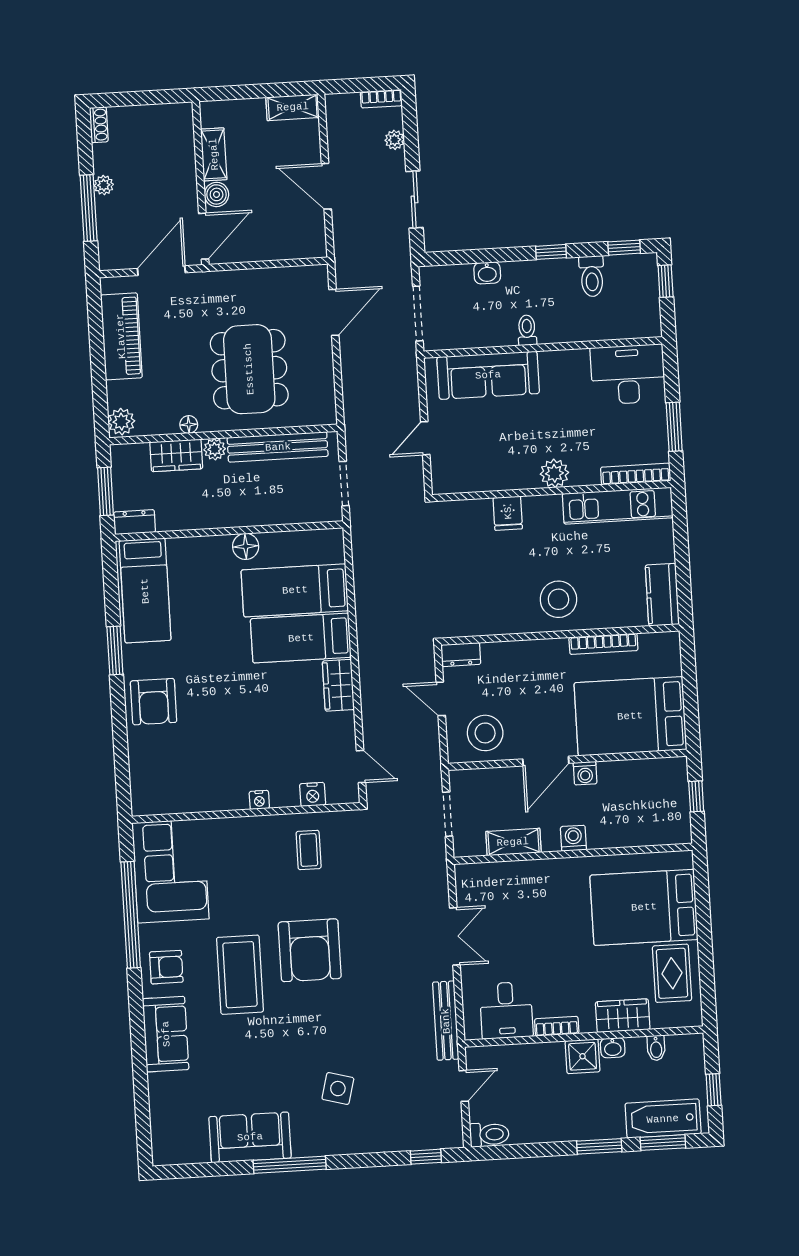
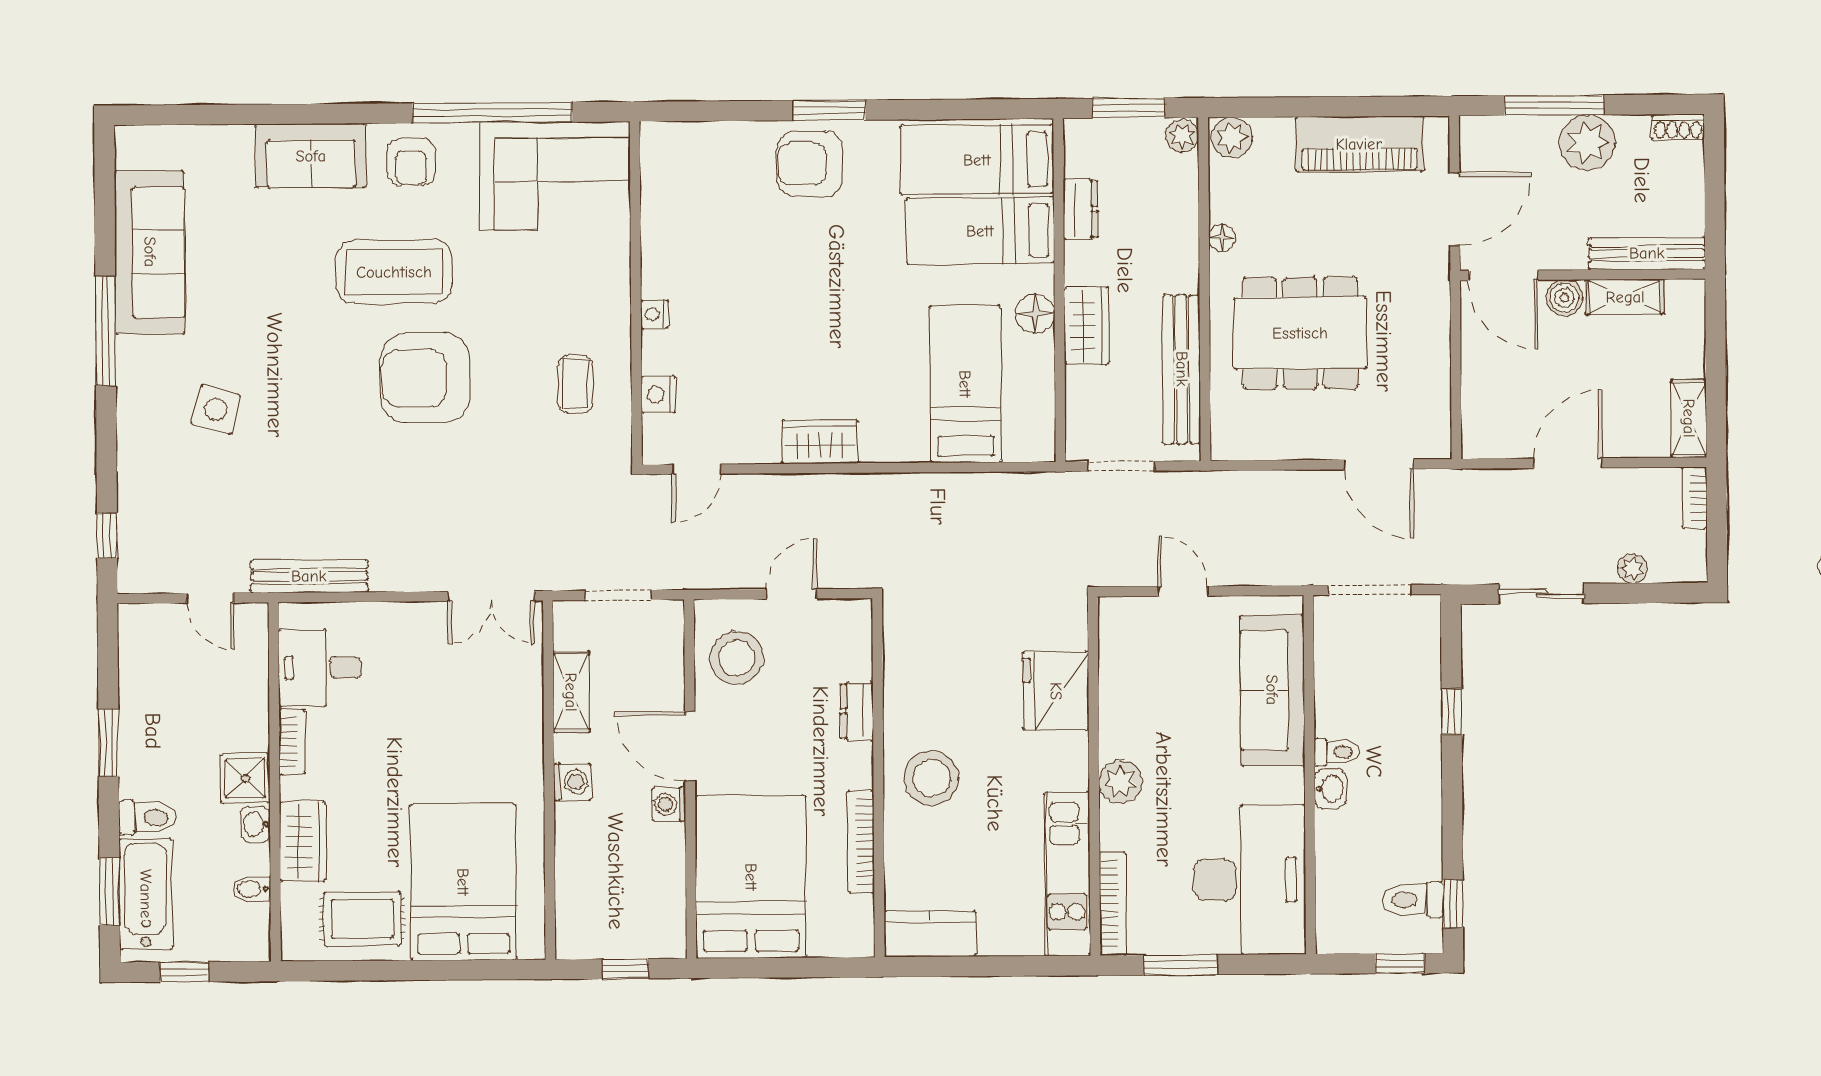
bookcase: (381, 99) -> (1695, 498), moved
bench: (184, 141) -> (1647, 253), added
plant: (104, 185) -> (1587, 143), width x1.88, depth x1.88
window: (551, 252) -> (1452, 712), moved
door: (161, 271) -> (1455, 209), hinge flipped
washbasin: (487, 273) -> (1330, 789), moved, turned 180
toilet: (592, 276) -> (1413, 900), moved
desk: (628, 374) -> (1250, 880), width x1.36, depth x1.30
plant: (215, 449) -> (1182, 136), moved
wardrobe: (176, 455) -> (1087, 326), moved, turned 180
fridge: (508, 513) -> (1056, 691), width x1.88, depth x1.34
dresser: (135, 522) -> (1081, 209), moved
bed: (301, 638) -> (980, 231), moved, turned -90
window: (115, 650) -> (830, 110), moved
dresser: (461, 655) -> (857, 711), moved
coffee table: (309, 850) -> (575, 384), turned 90
double door: (455, 936) -> (491, 596), moved
toilet: (489, 1135) -> (148, 818), moved, turned -90
sofa: (250, 1137) -> (150, 252), width x1.36
window: (599, 1146) -> (108, 743), moved

